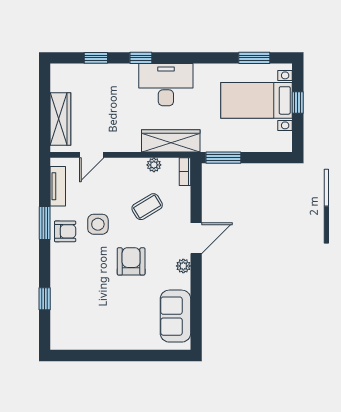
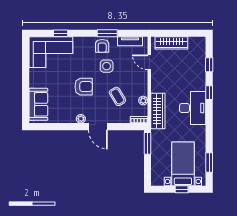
corner sofa: (75, 315) -> (51, 52), added
sofa: (175, 316) -> (38, 104), moved, turned 90

